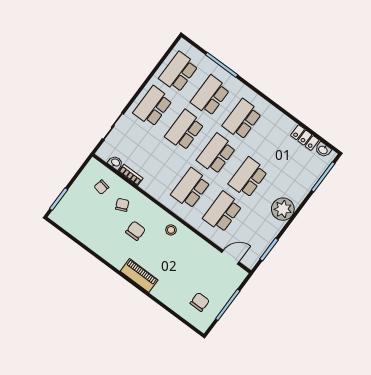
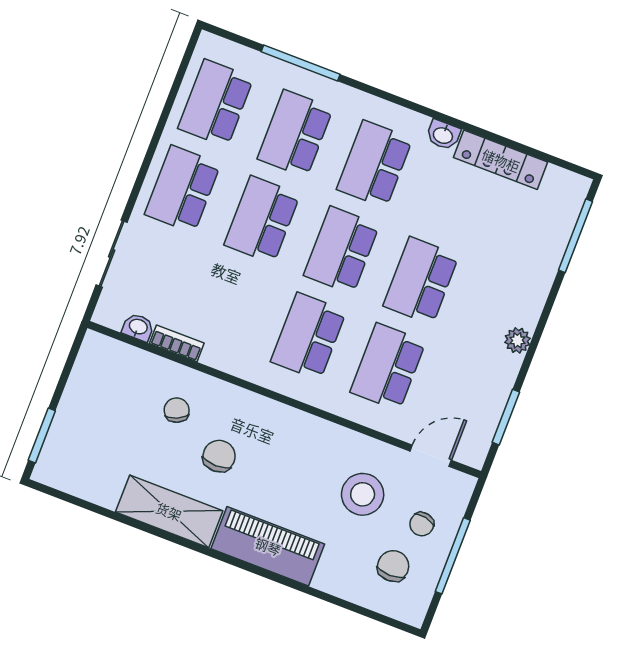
locker: (305, 138) -> (501, 160), width x1.53
washbasin: (323, 150) -> (443, 135), moved
chair: (101, 187) -> (422, 524), moved
plant: (283, 209) -> (518, 340), width x0.53, depth x0.53
stool: (171, 230) -> (363, 494), moved, width x1.89, depth x1.89
shelving: (106, 249) -> (169, 511), added
piano: (139, 276) -> (268, 546), width x1.37, depth x1.33

